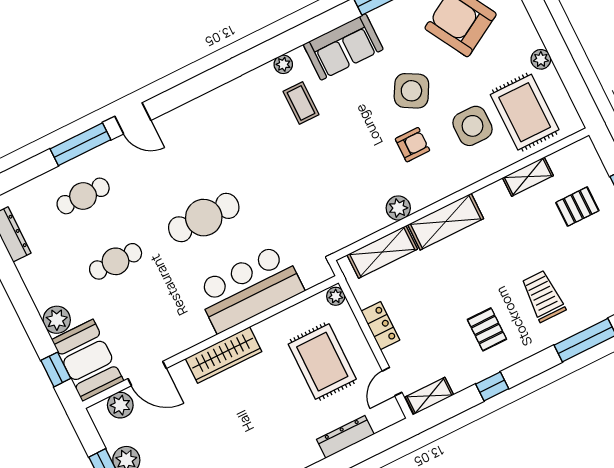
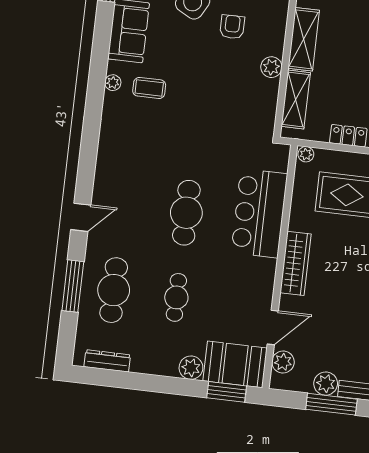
window: (80, 144) -> (73, 286), moved
cafe table: (83, 196) -> (114, 290), width x1.37, depth x1.35
window: (56, 369) -> (227, 392), width x1.50

